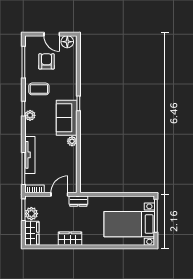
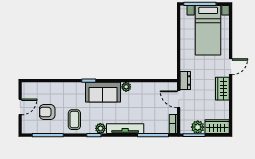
floor lamp: (67, 42) -> (28, 92), removed
tv unit: (30, 155) -> (125, 129), moved
door: (92, 247) -> (231, 67), added

